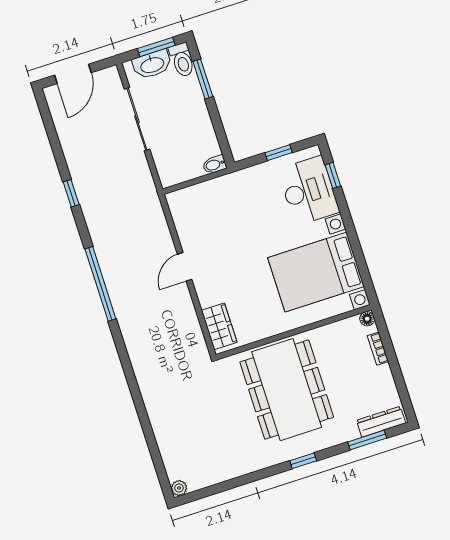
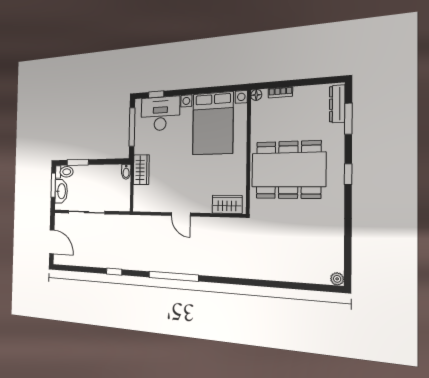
window: (279, 153) -> (132, 127), width x2.17
wardrobe: (225, 188) -> (141, 170), added

